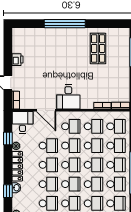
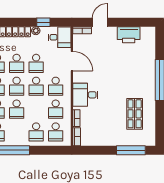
shop shelf: (98, 49) -> (135, 114), turned 90
printer: (17, 60) -> (129, 35), width x1.87, depth x1.48
desk: (68, 97) -> (85, 95), moved
door: (46, 110) -> (72, 61), swing flipped
school desk: (93, 146) -> (36, 109), removed
school desk: (116, 165) -> (17, 132), removed

